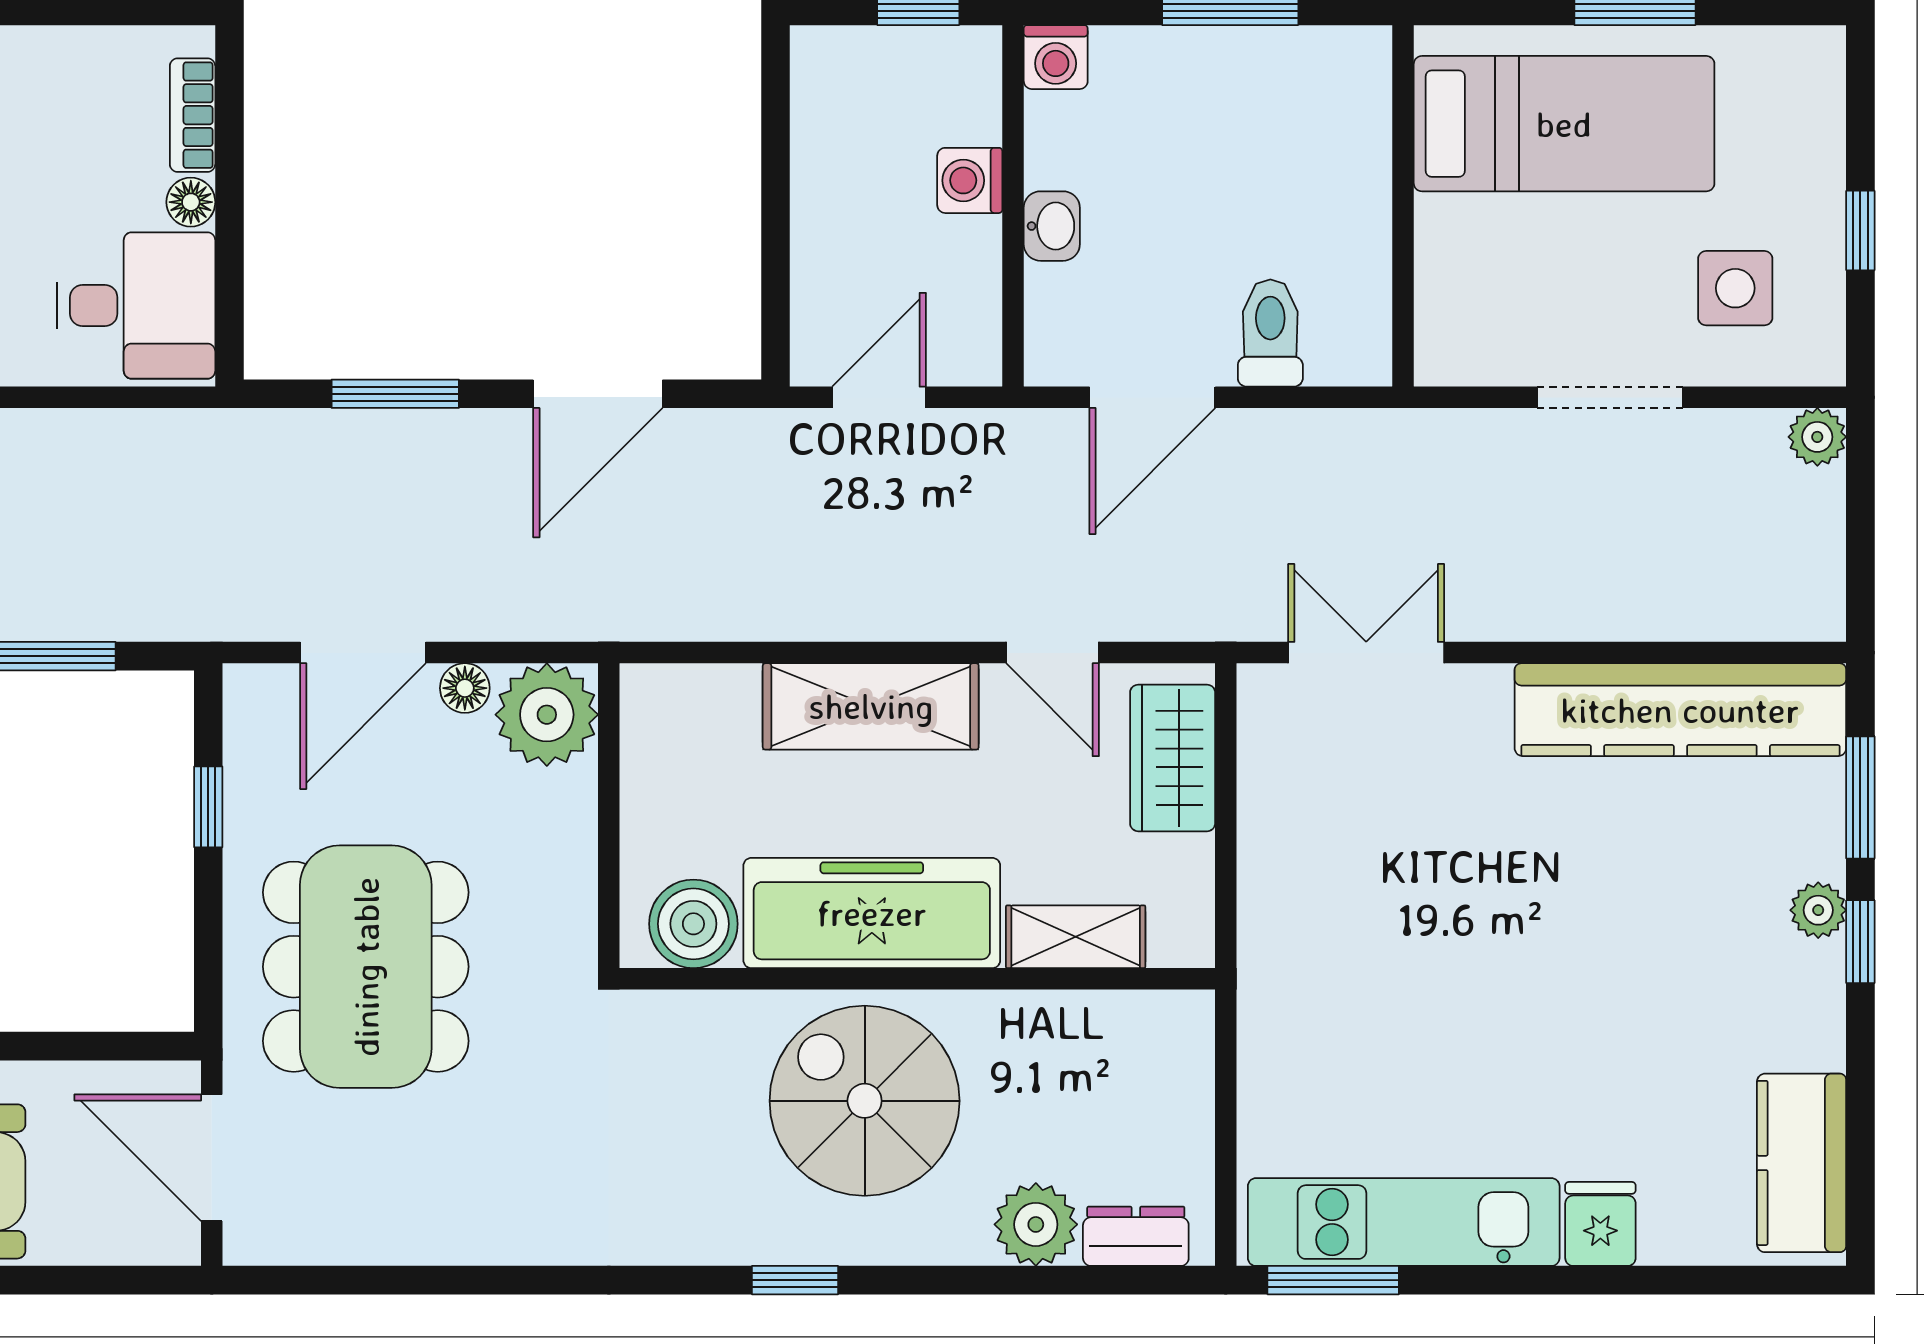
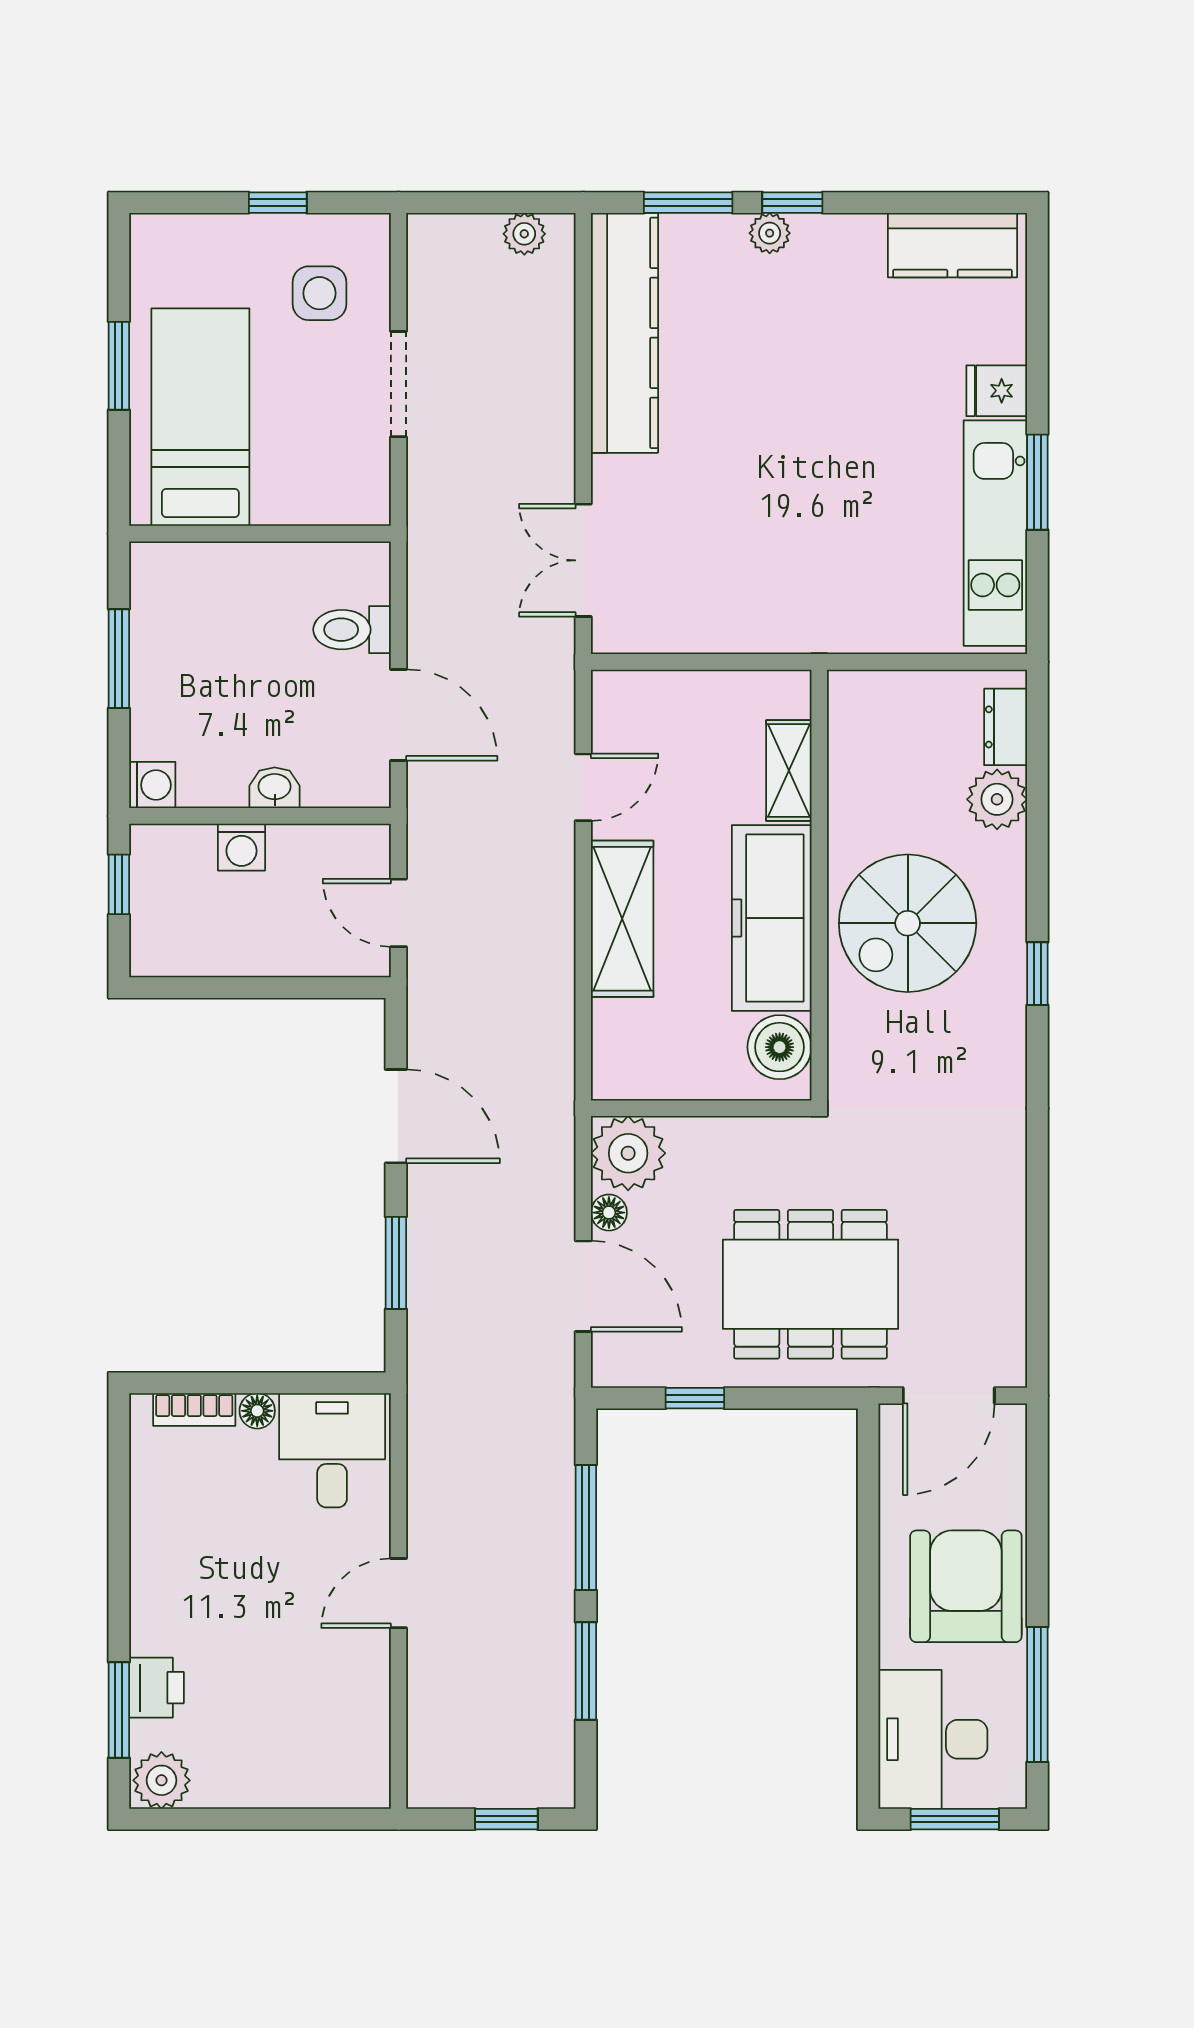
plant: (1817, 437) -> (524, 234), moved
wardrobe: (1173, 758) -> (659, 700), removed
window: (1333, 1280) -> (1037, 482), moved

